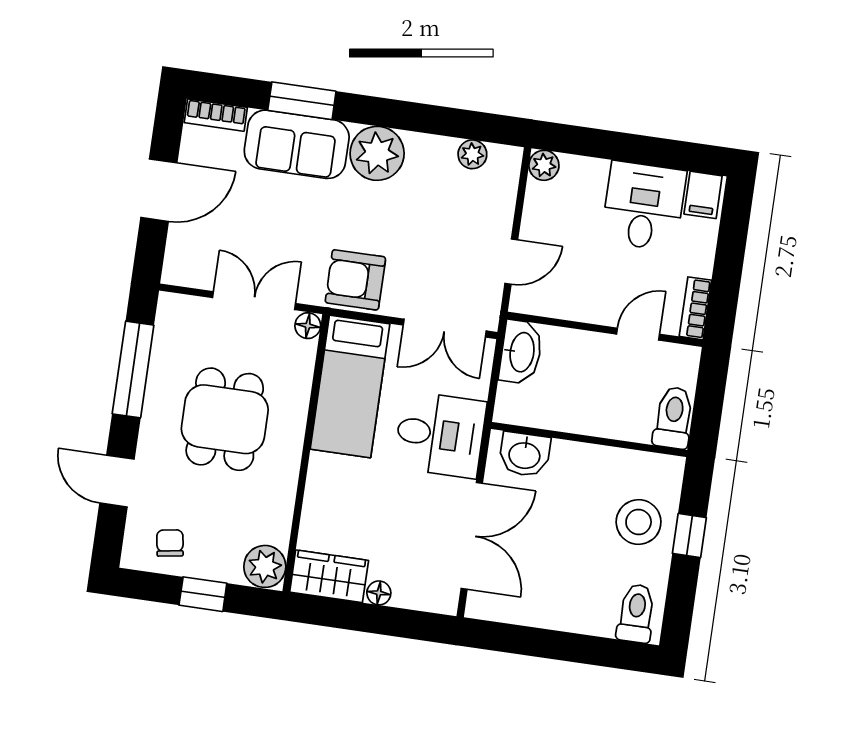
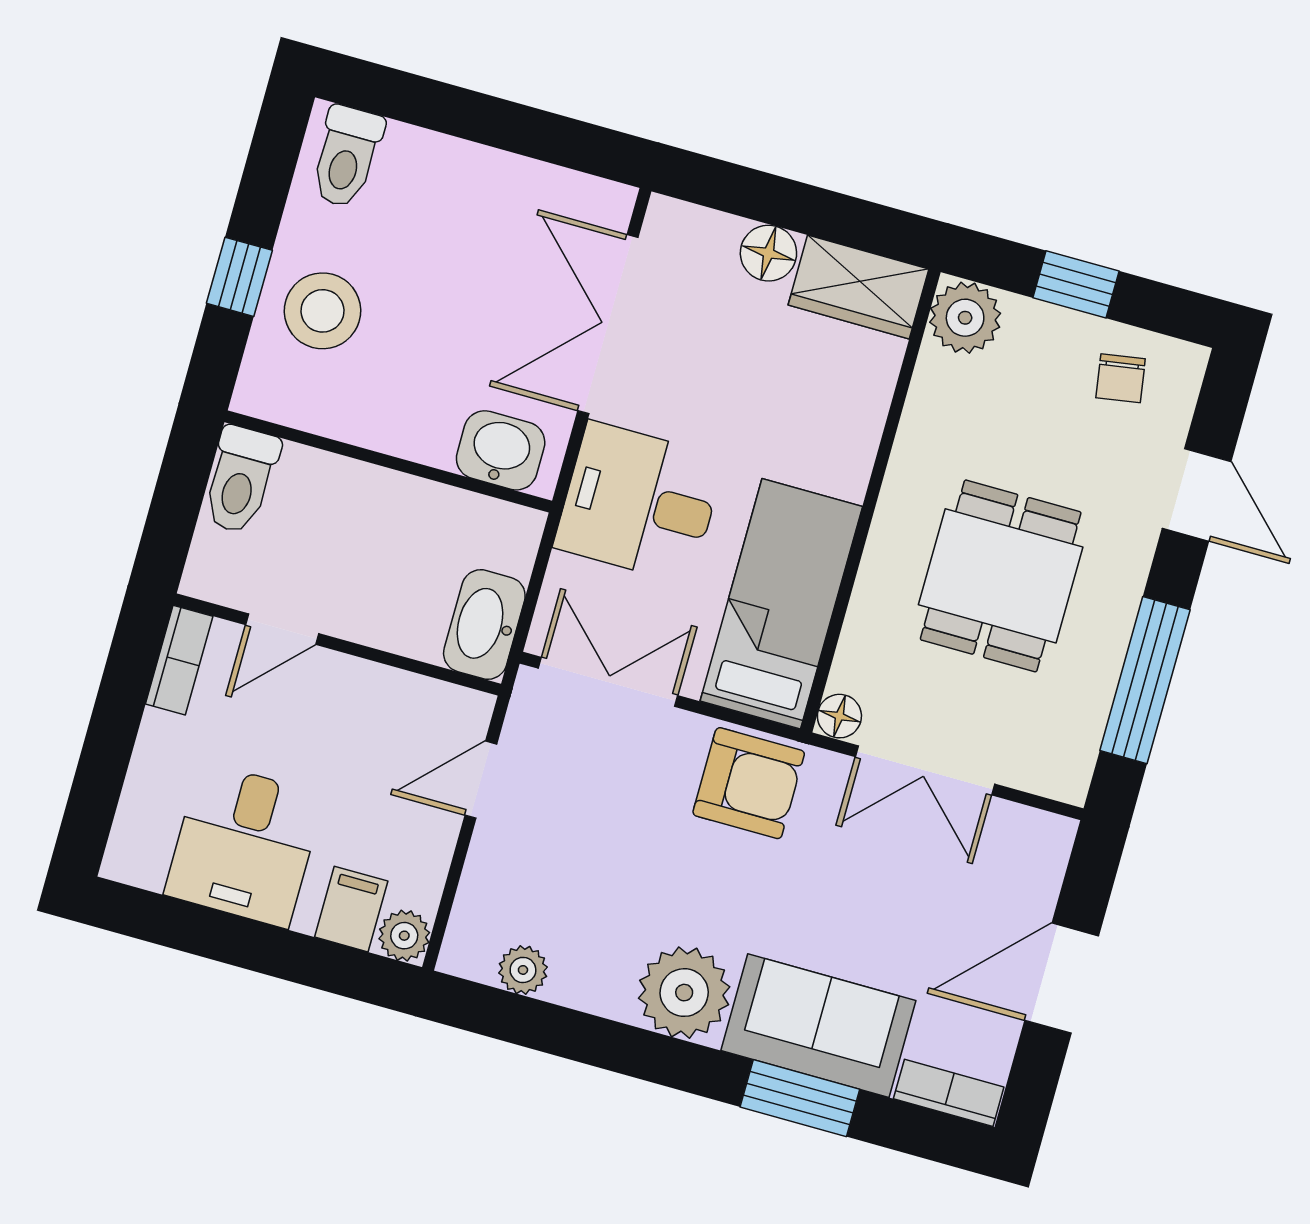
filing cabinet: (703, 195) -> (351, 909), moved
floor lamp: (379, 593) -> (768, 253), width x1.37, depth x1.37

